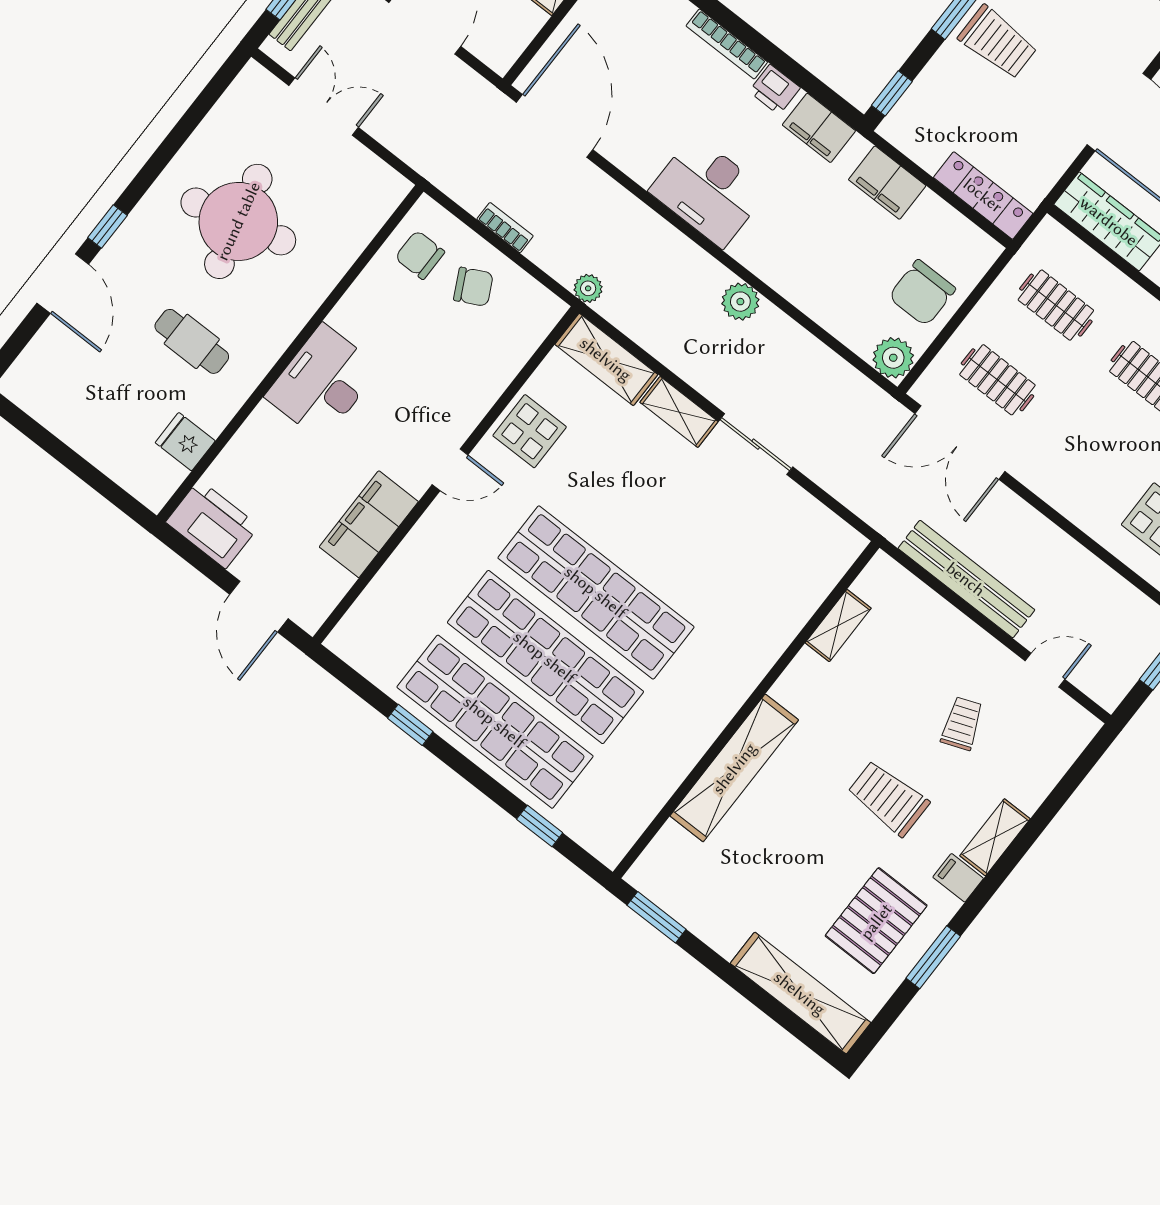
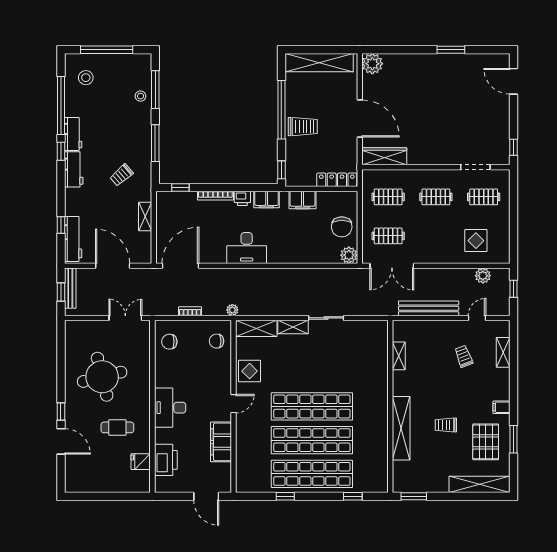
double door: (324, 107) -> (125, 318), moved
door: (555, 126) -> (180, 266), hinge flipped
chair: (473, 287) -> (217, 341), moved, turned -153
plant: (740, 302) -> (483, 276), moved
printer: (212, 524) -> (166, 460), moved, turned 90
trolley: (888, 798) -> (446, 425), moved, width x0.73, depth x0.72
shelving: (995, 837) -> (503, 352), moved

